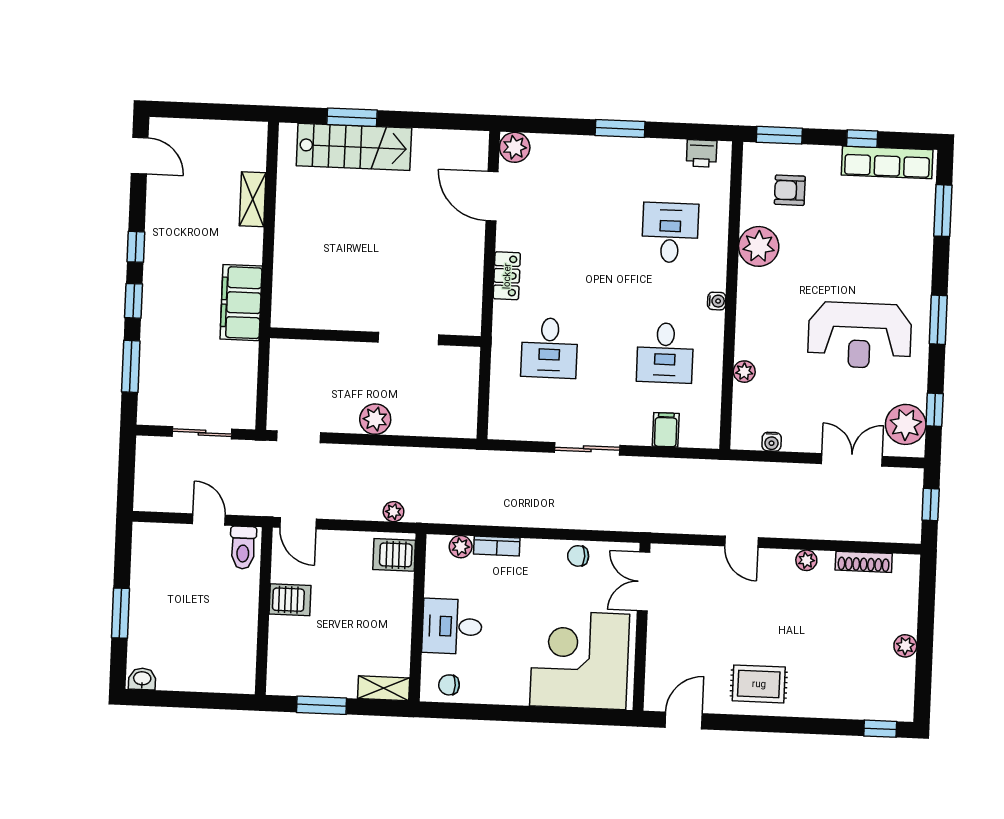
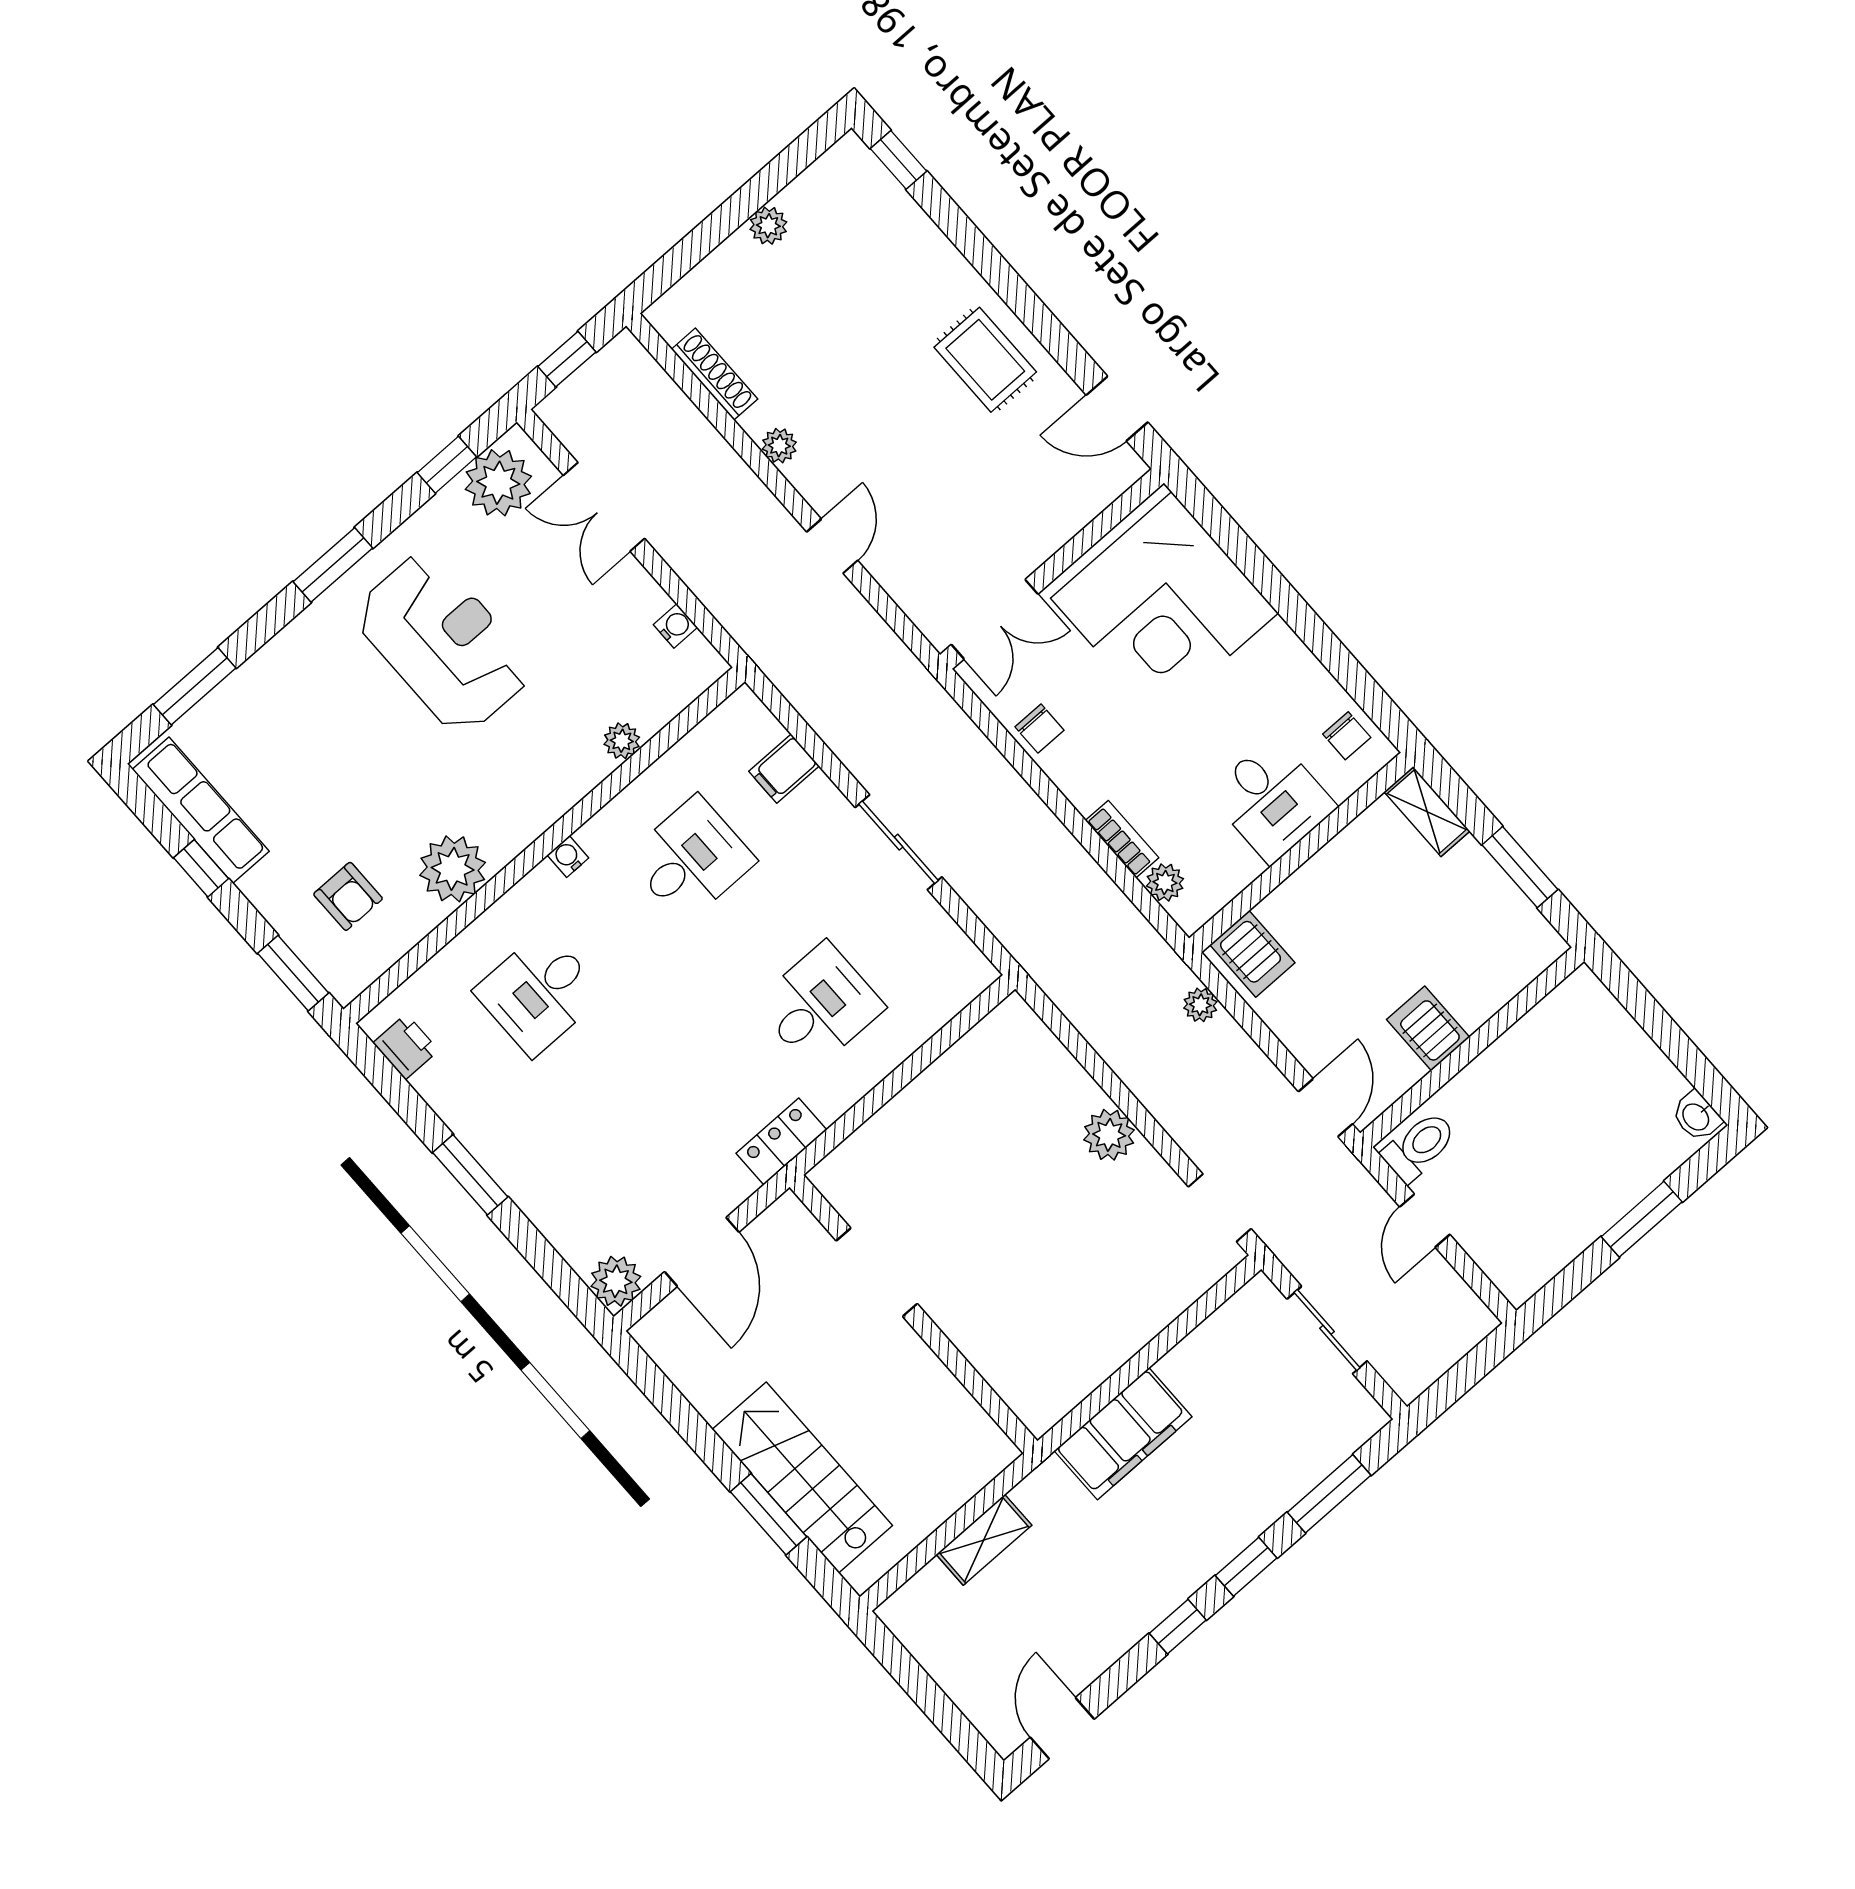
wall: (375, 337) -> (913, 1314), moved
doorway: (408, 339) -> (877, 1272), moved

